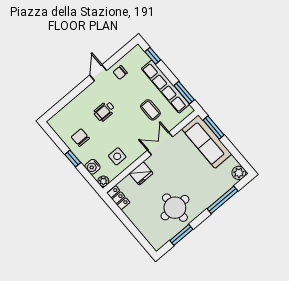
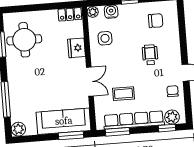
plant: (141, 58) -> (172, 117), added
chair: (80, 138) -> (156, 21), moved
round table: (175, 208) -> (24, 40), moved

